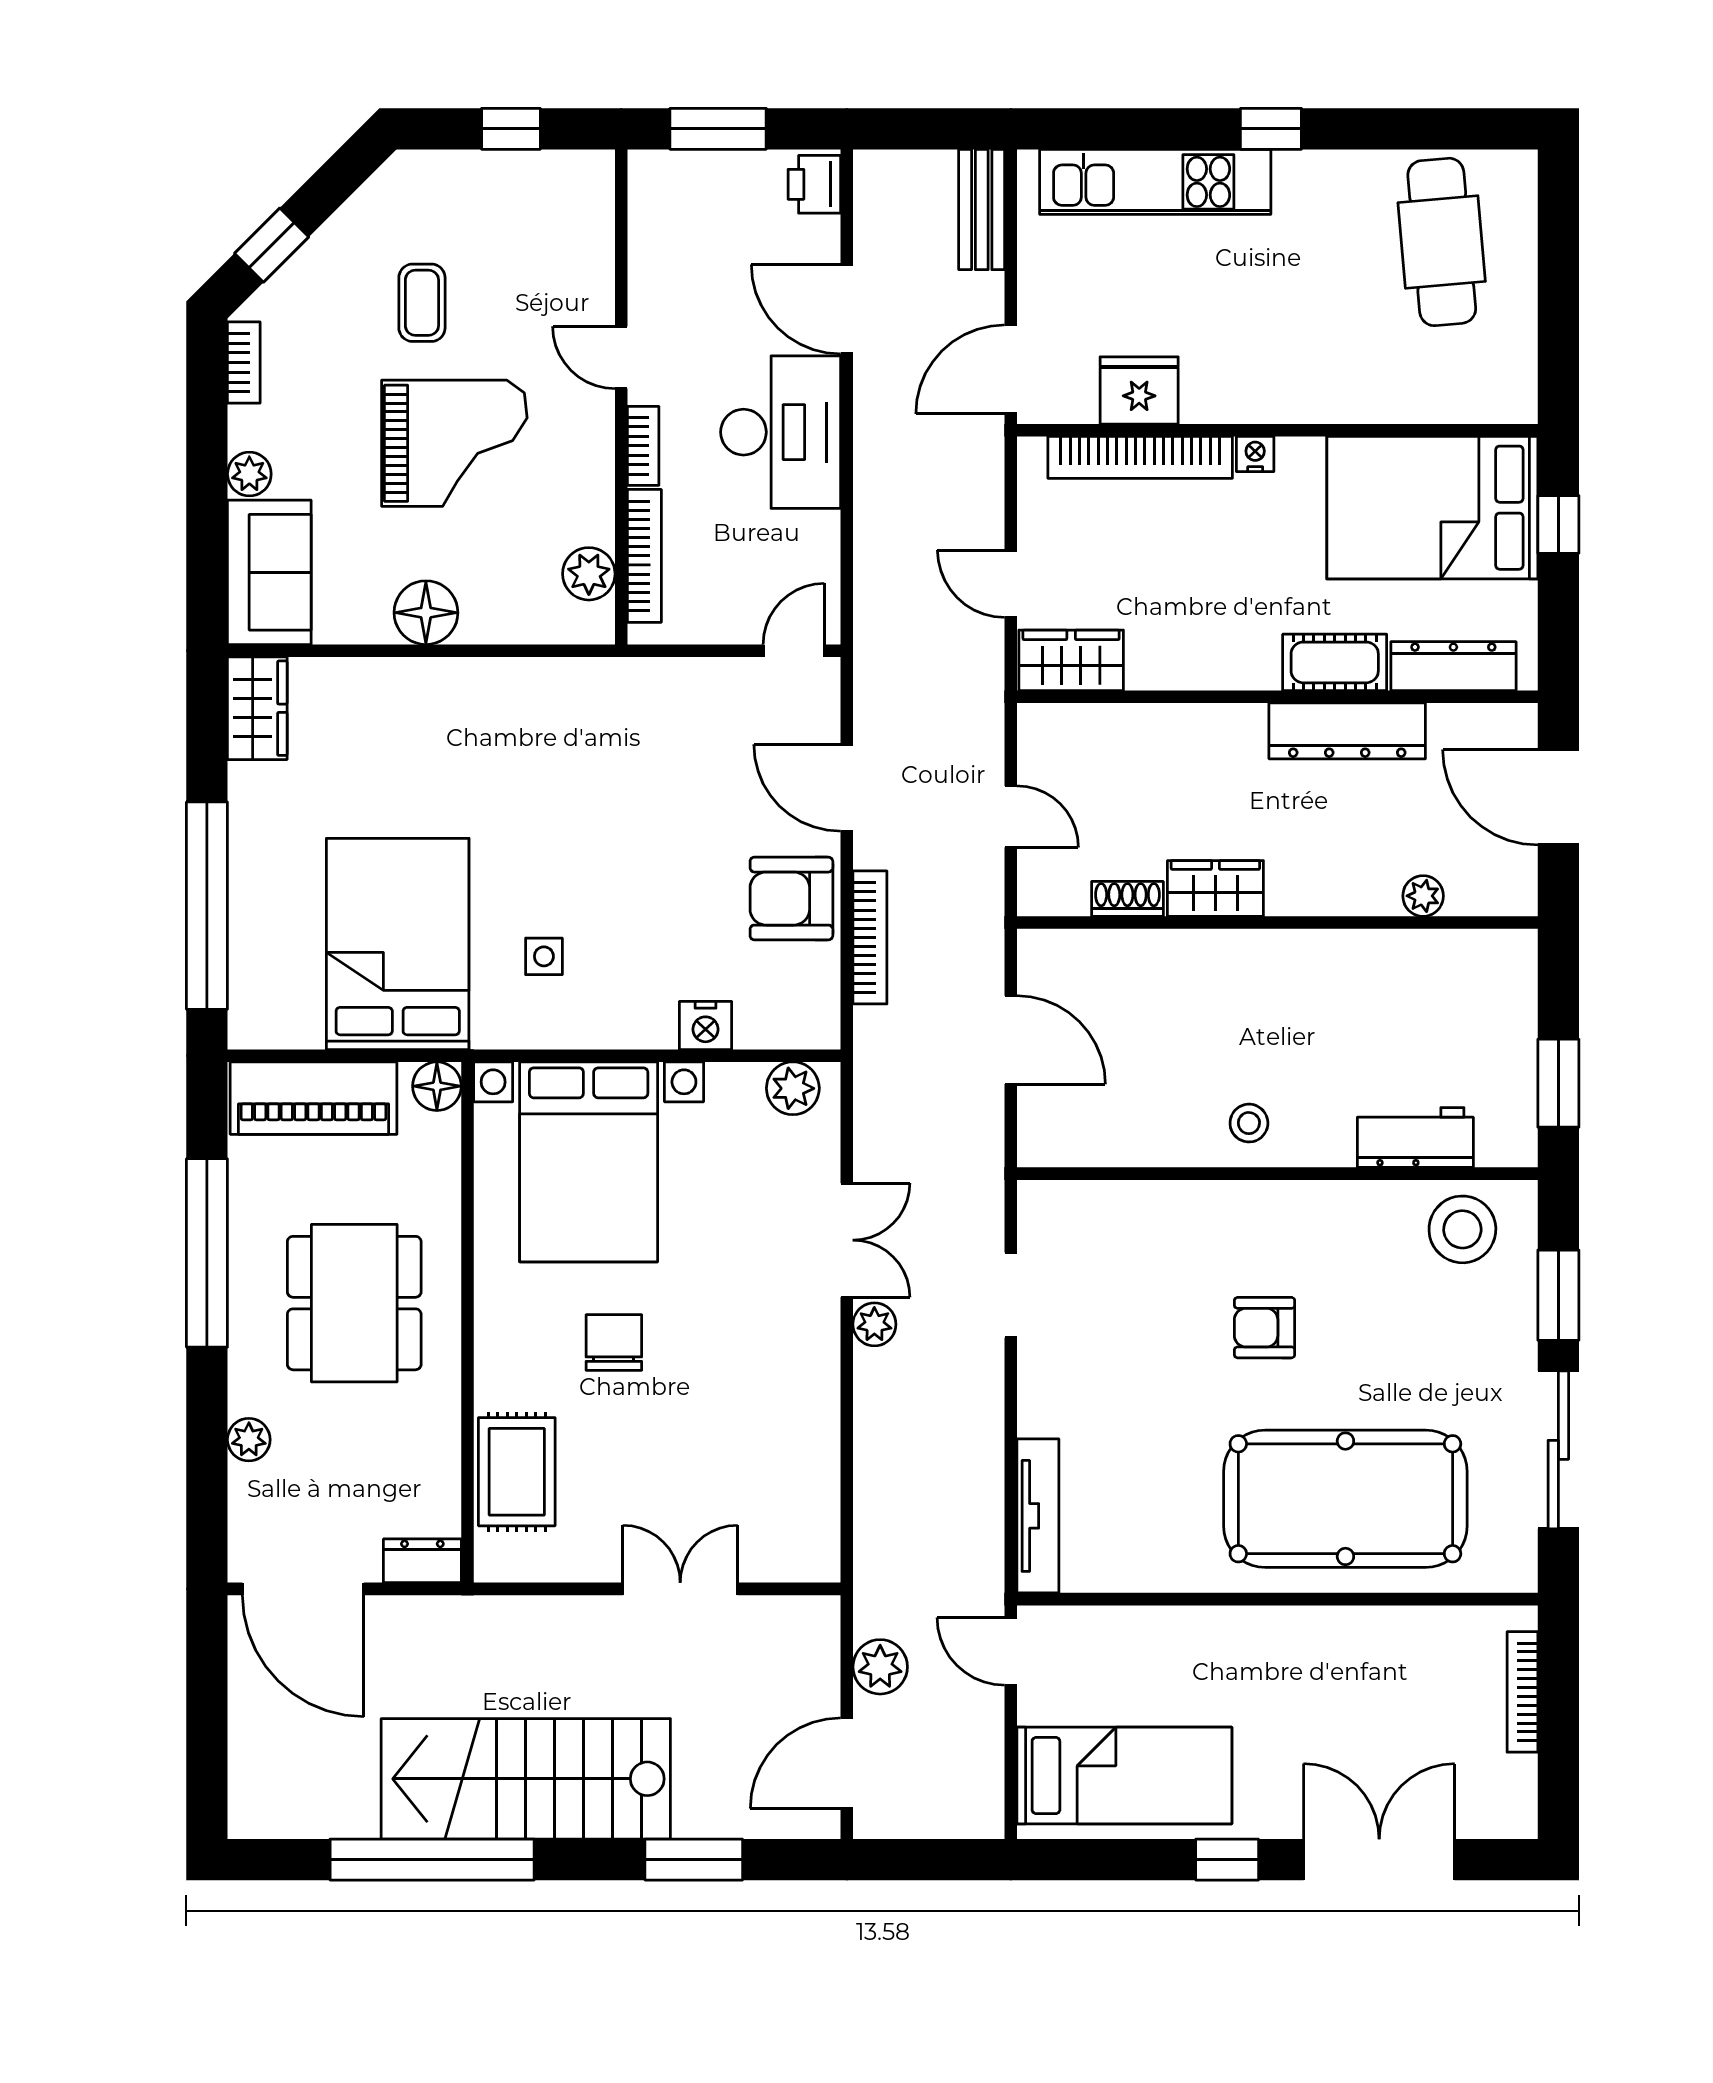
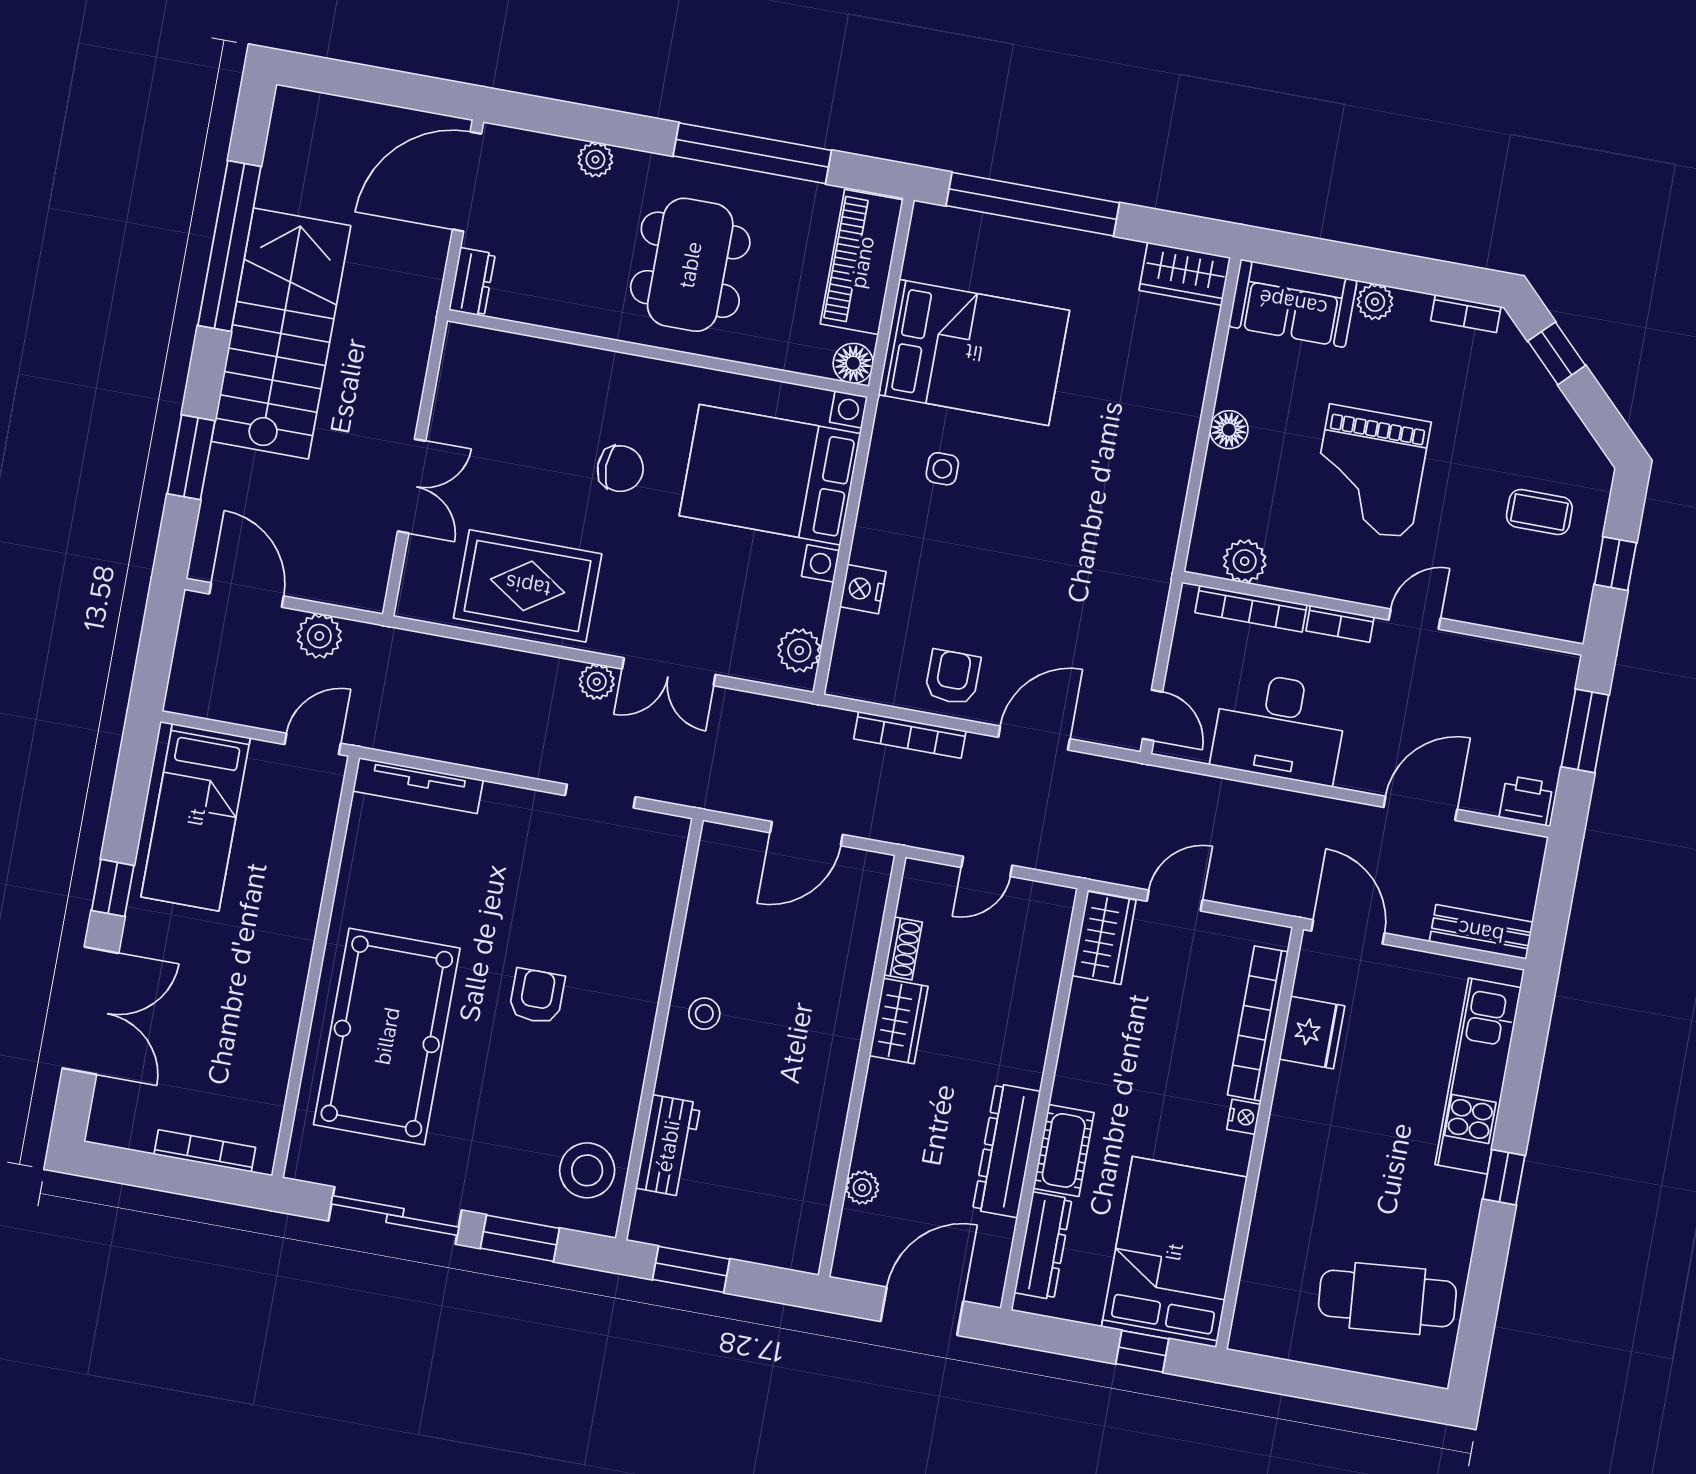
coffee table: (422, 303) -> (1539, 512), moved
desk: (781, 432) -> (1280, 728), moved
floor lamp: (426, 613) -> (1229, 430), width x0.73, depth x0.73
armchair: (791, 899) -> (953, 677), width x0.72, depth x0.72
dining table: (354, 1303) -> (690, 265), turned 90
rug: (517, 1472) -> (528, 586), moved, width x1.36, depth x1.43

